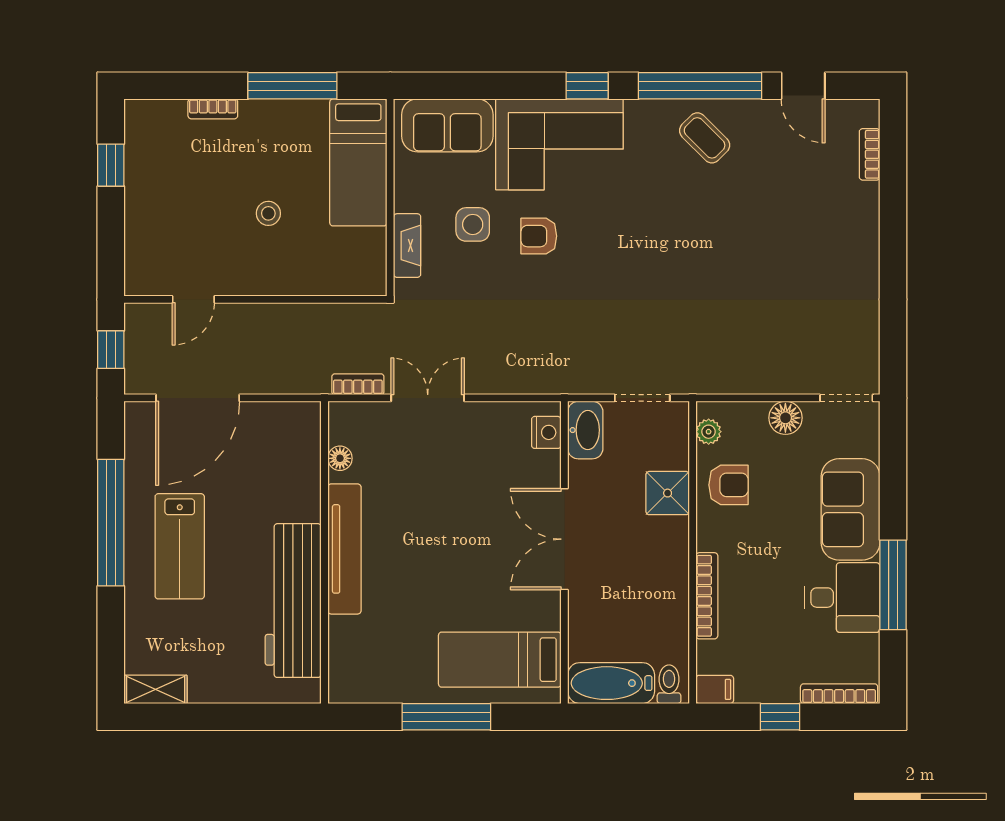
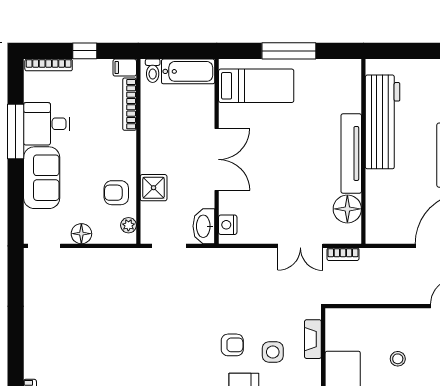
floor lamp: (340, 458) -> (347, 209), width x1.89, depth x1.89
bookcase: (707, 596) -> (130, 104), moved

